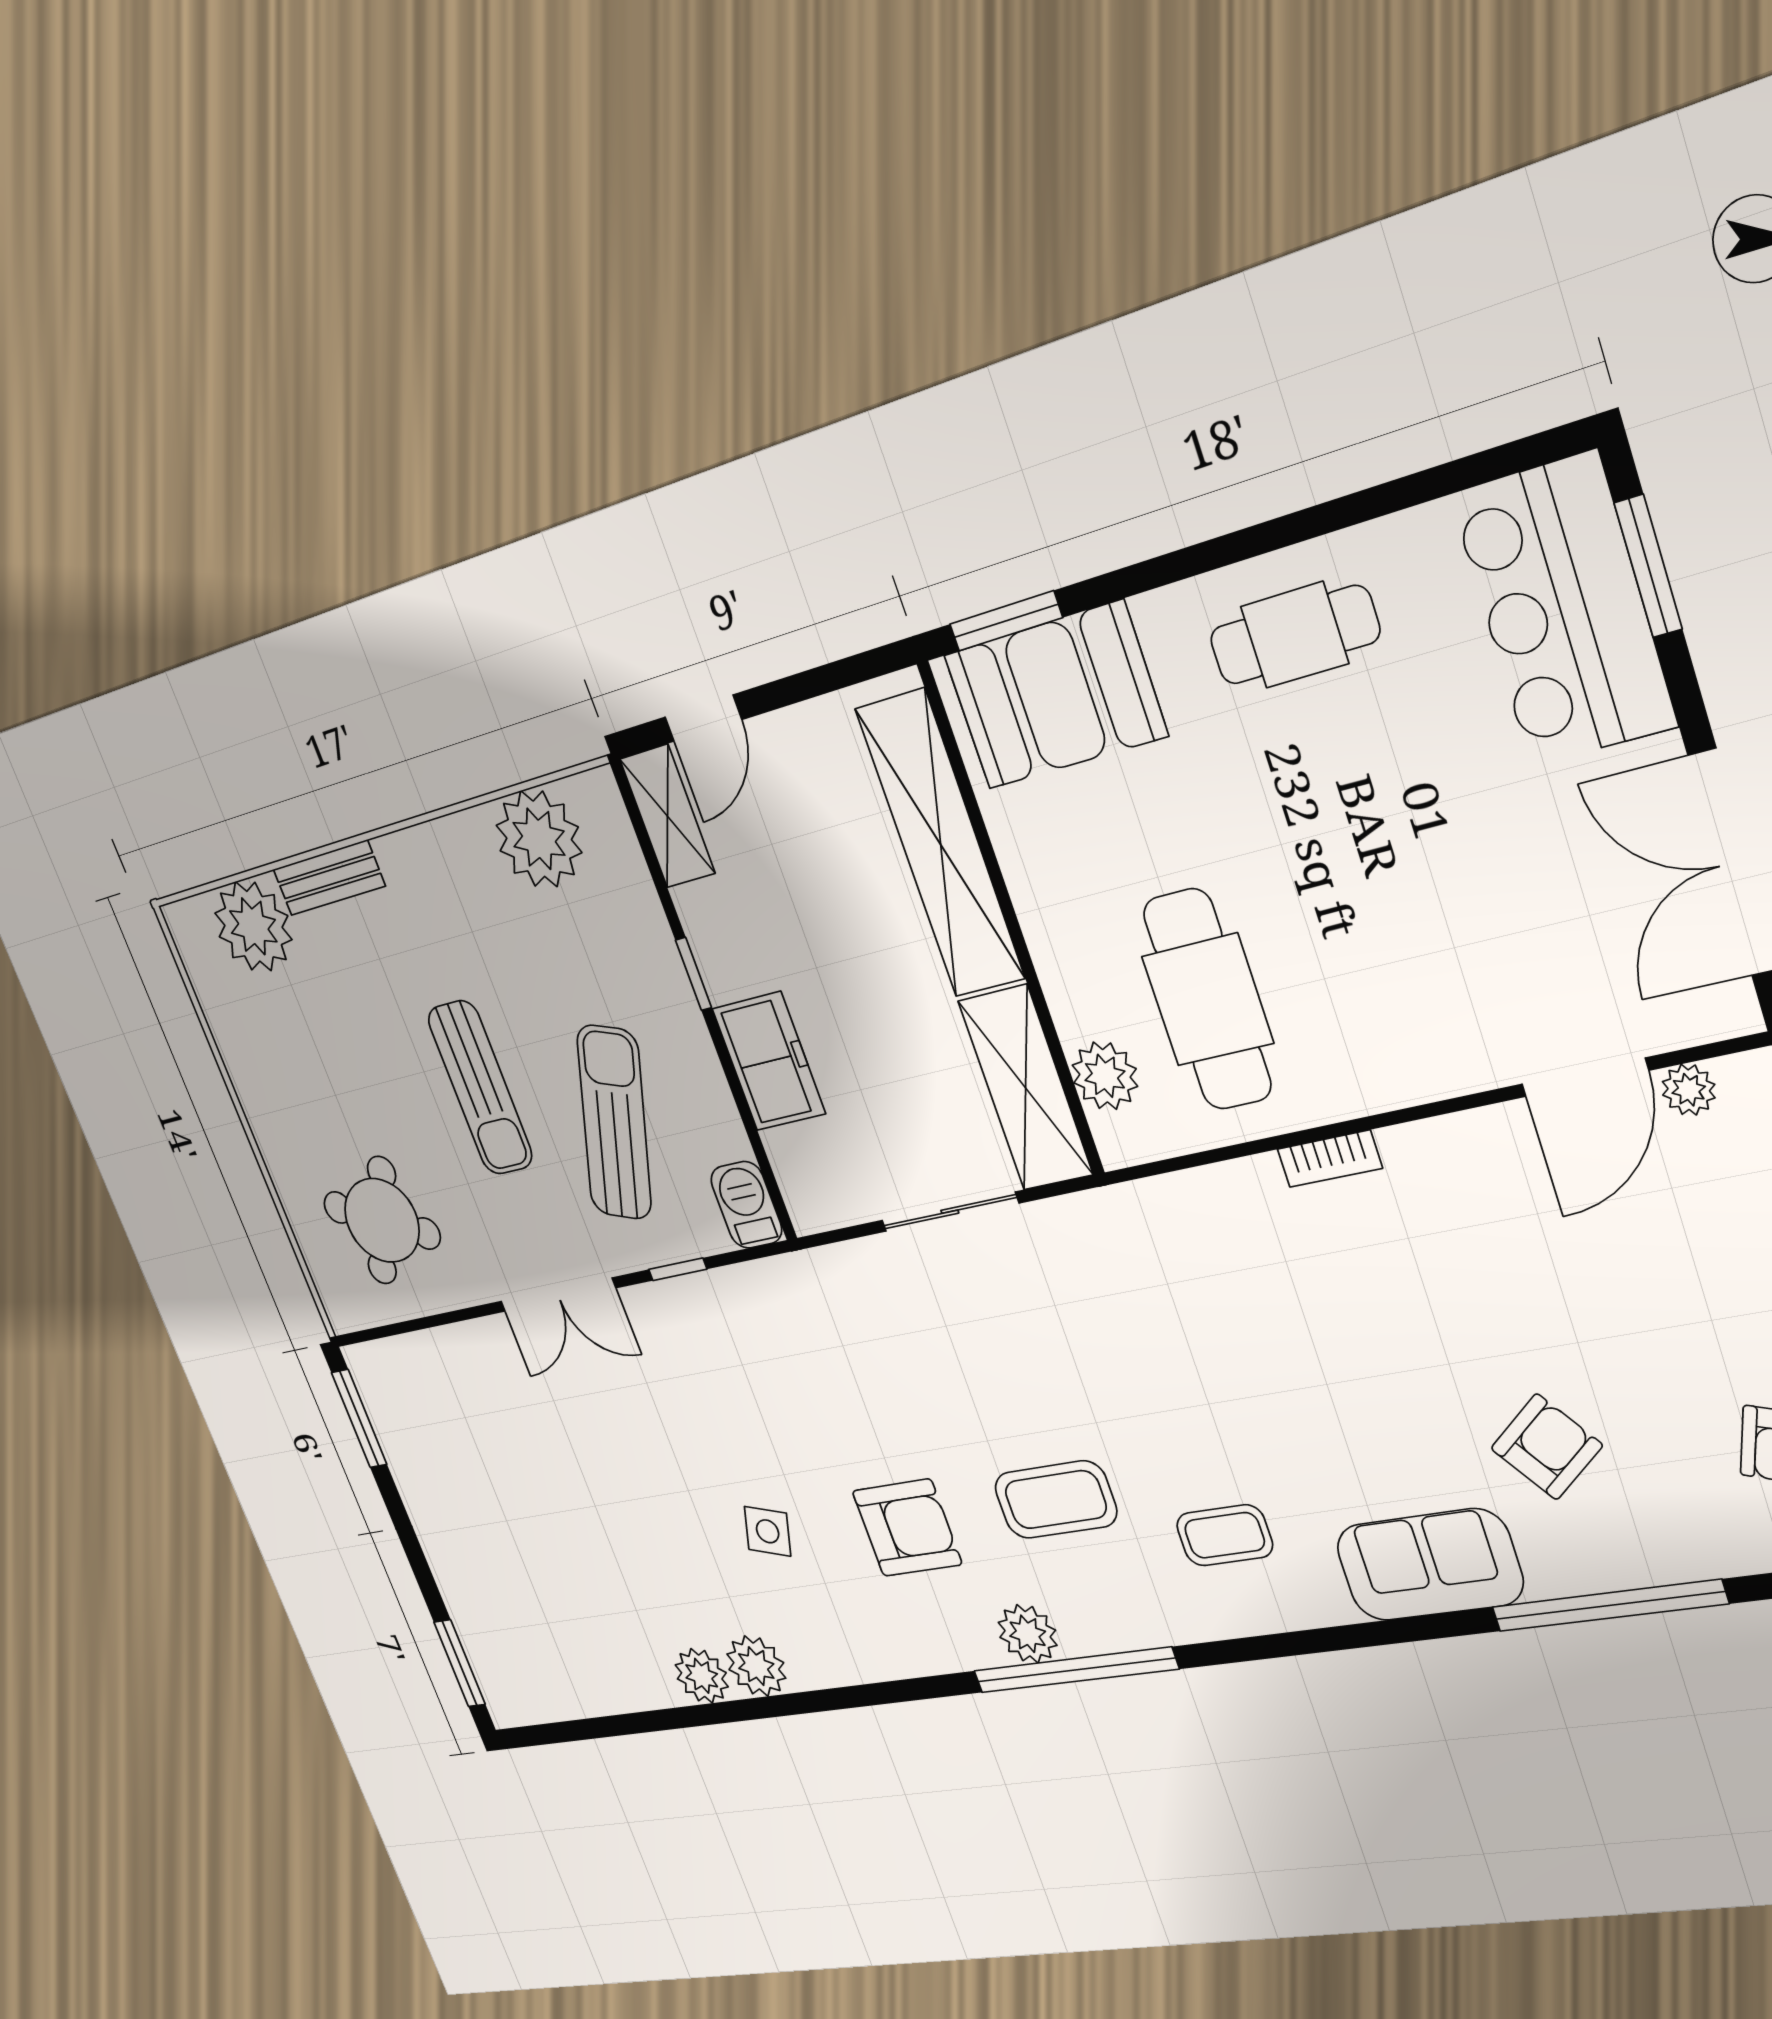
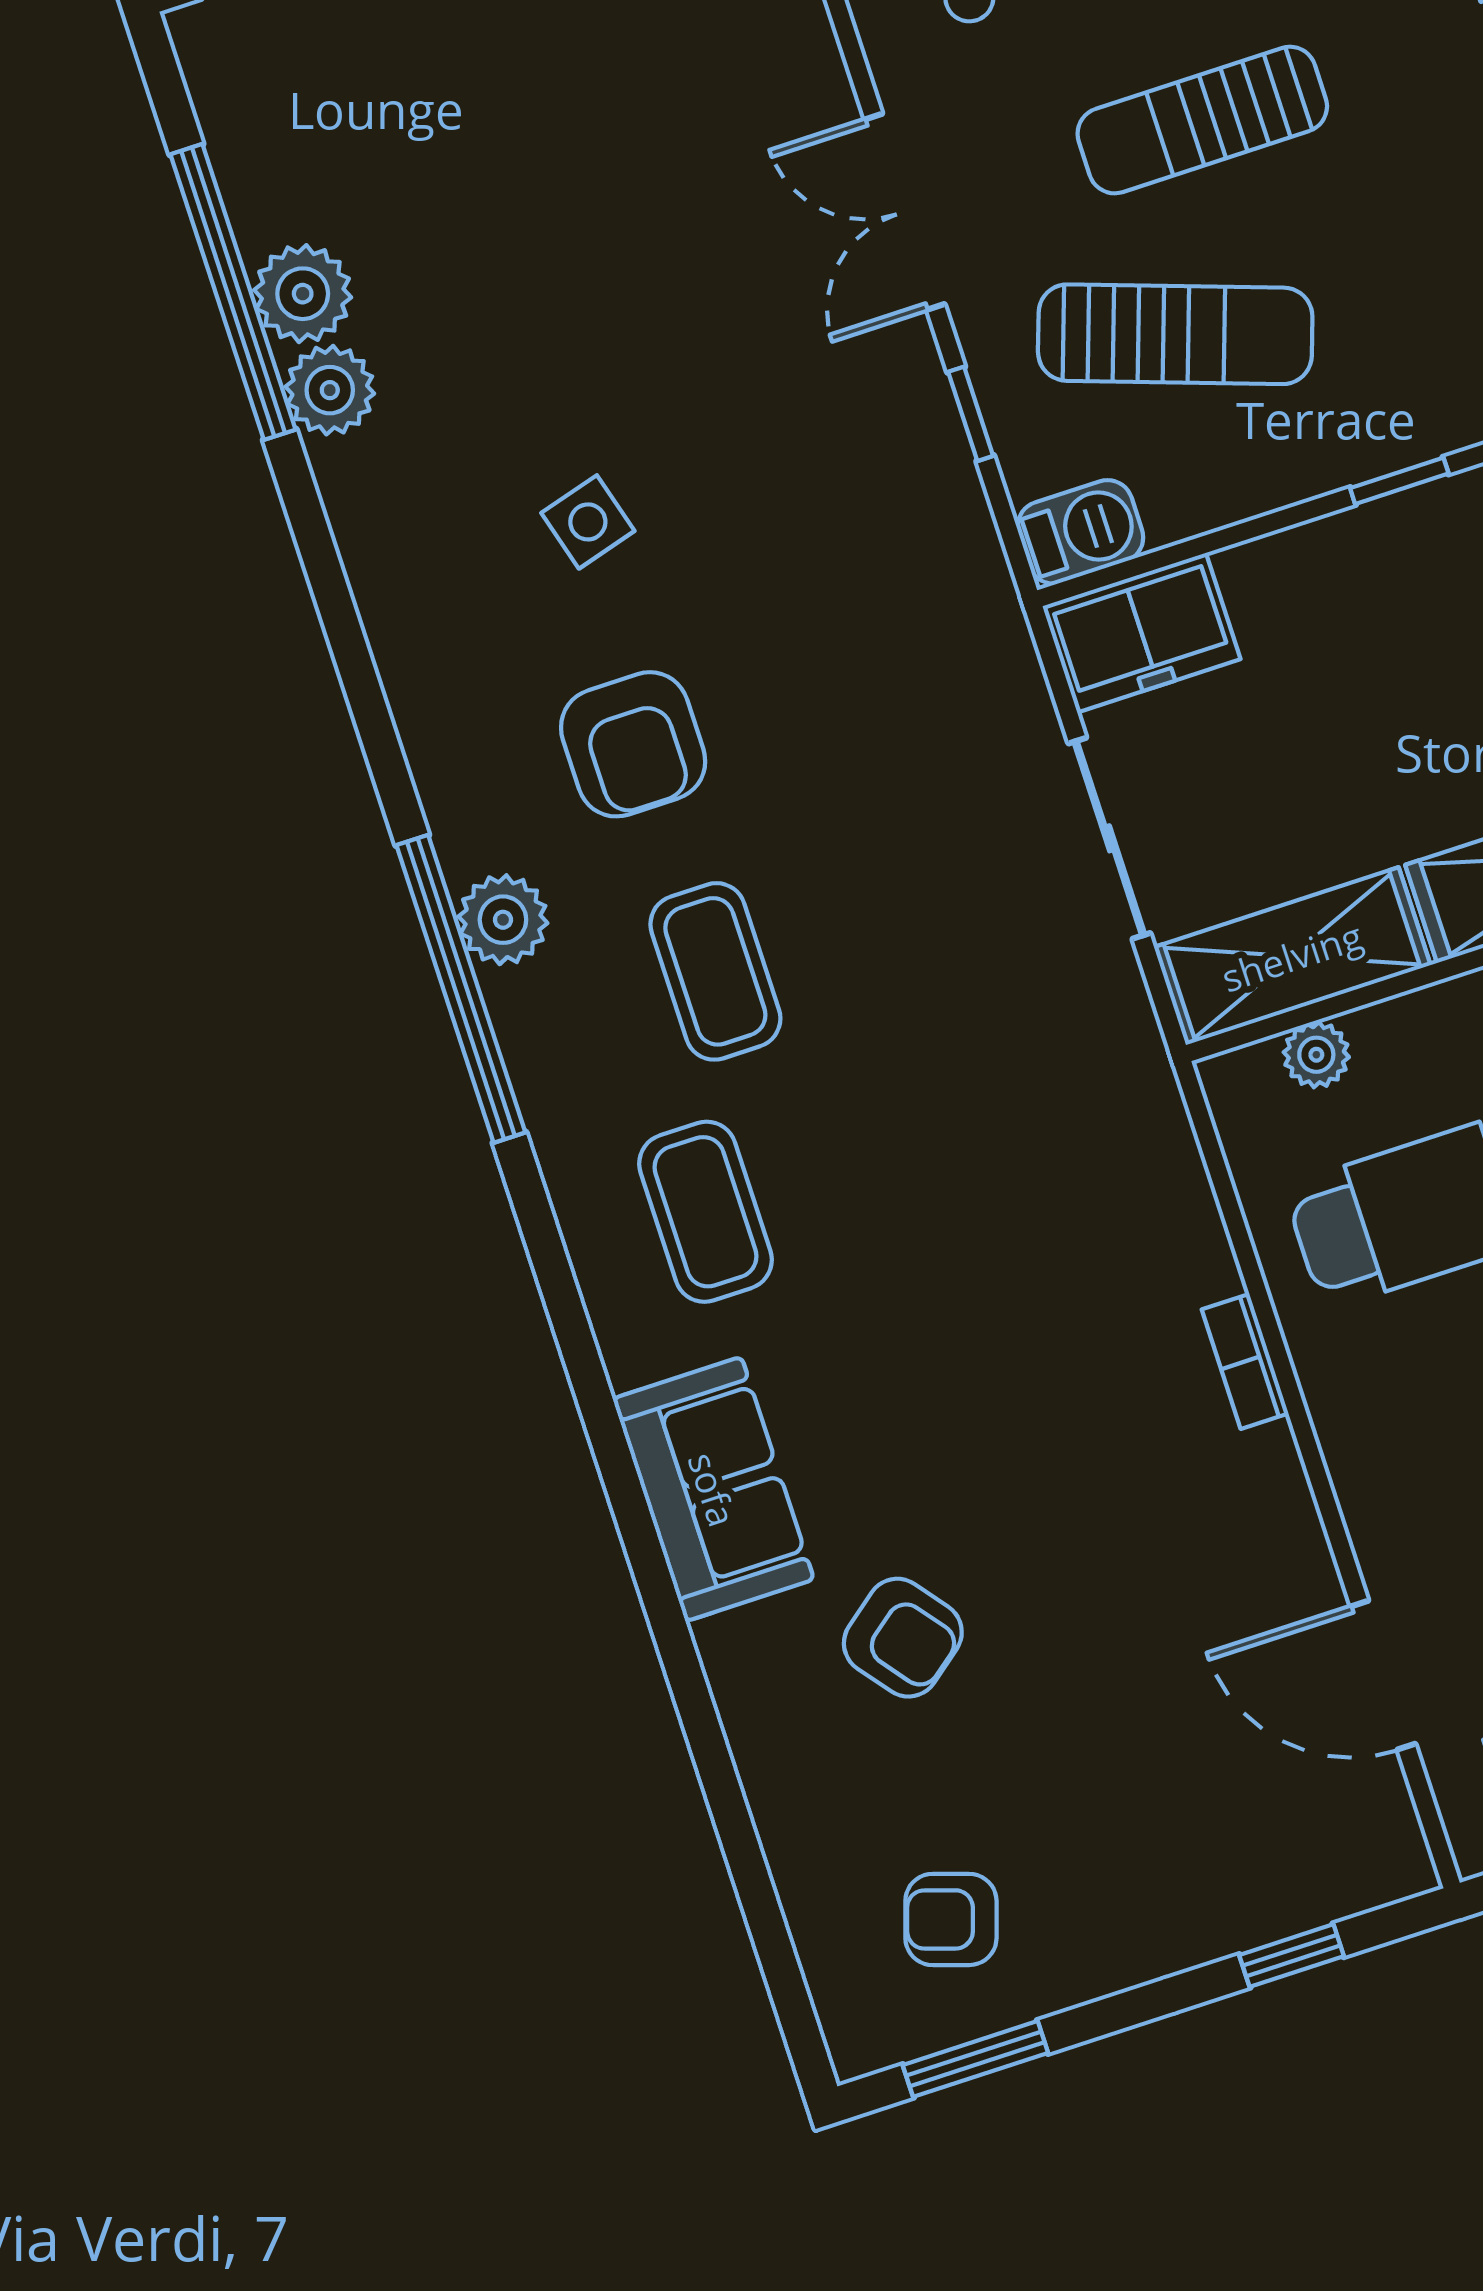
freezer: (769, 1061) -> (1142, 633), moved
plant: (1105, 1076) -> (1316, 1055), width x0.73, depth x0.73
plant: (1689, 1090) -> (1381, 1796), removed
side table: (768, 1531) -> (588, 522), turned -33
coffee table: (1225, 1535) -> (705, 1212), width x1.36, depth x1.30
window: (1609, 1606) -> (233, 292), moved
plant: (756, 1666) -> (303, 294), moved

